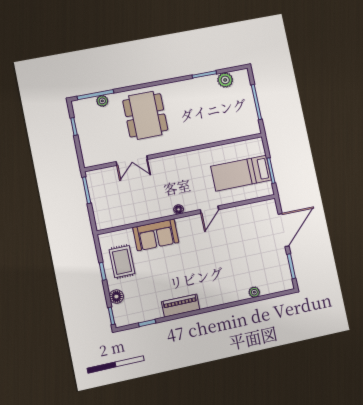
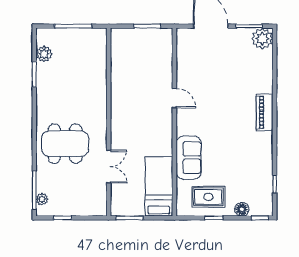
plant: (102, 101) -> (42, 199), moved
bed: (241, 173) -> (159, 186), moved, turned 180
floor lamp: (179, 209) -> (168, 129), removed
plant: (254, 292) -> (262, 39), moved, width x1.88, depth x1.88
piano: (181, 306) -> (265, 112), moved

